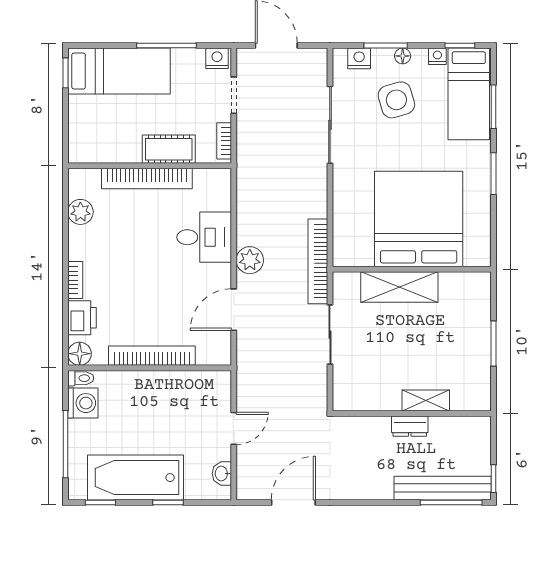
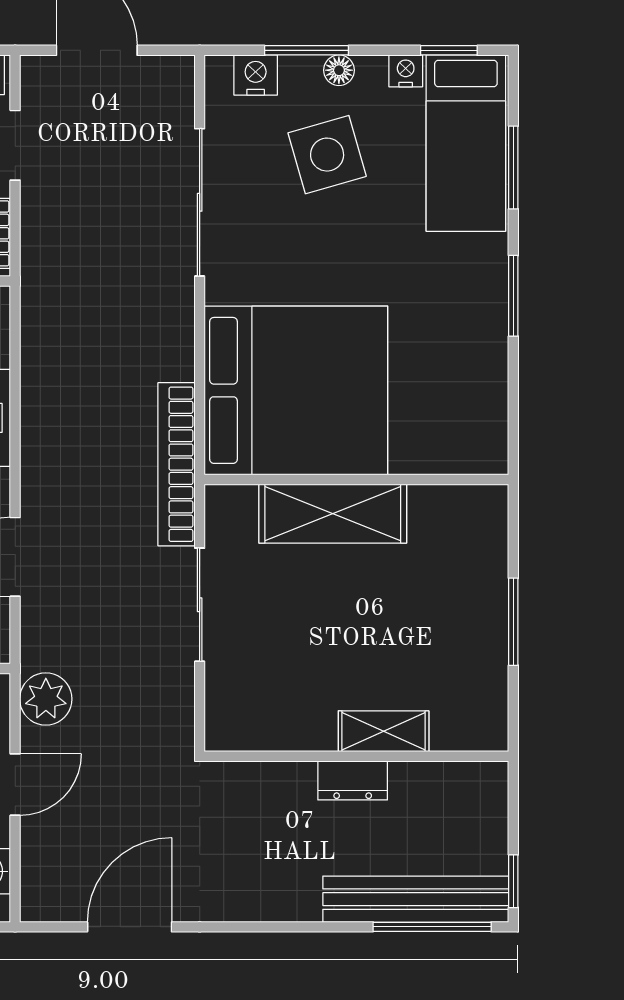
bed: (419, 219) -> (296, 390), moved, turned 90
plant: (250, 260) -> (46, 699), moved

